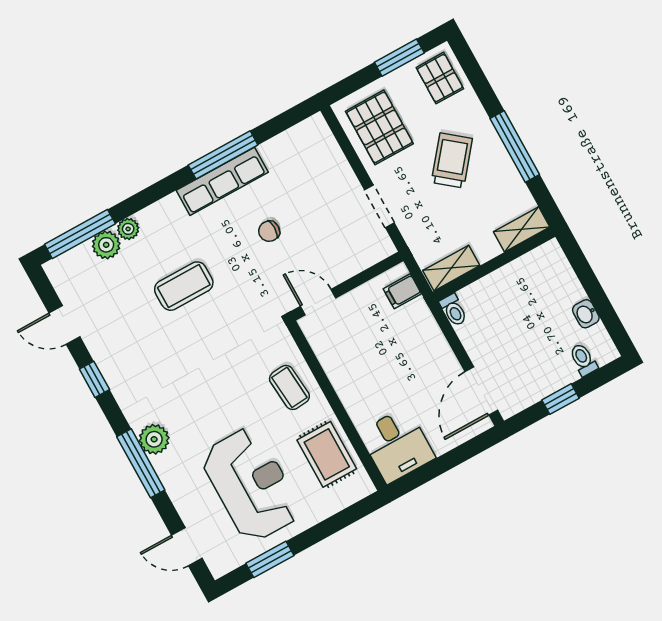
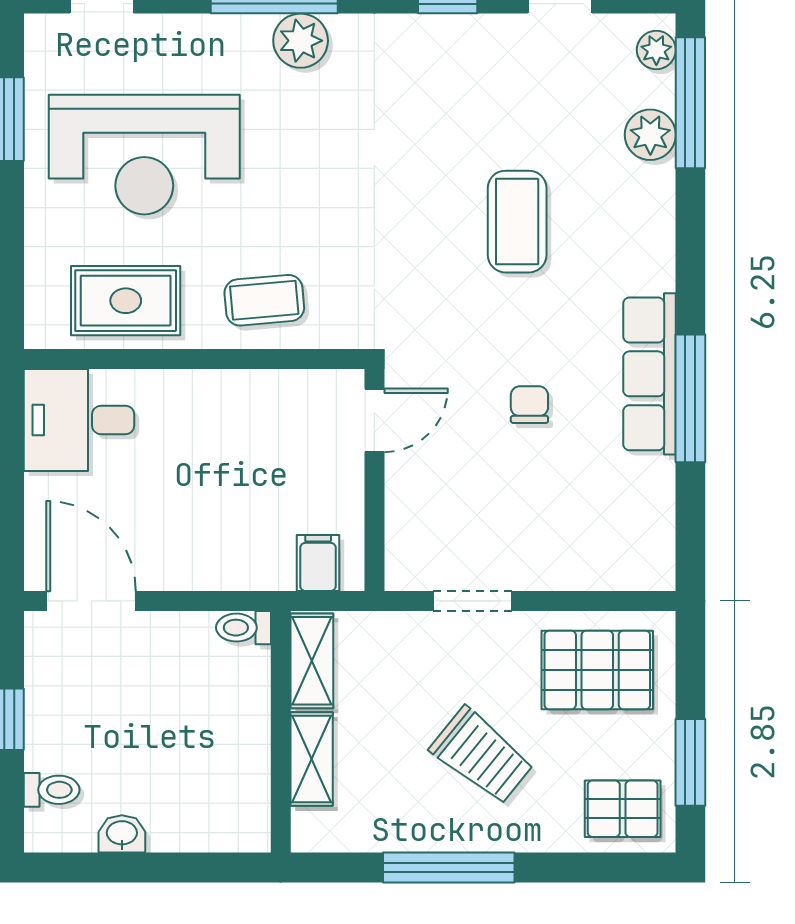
plant: (128, 229) -> (656, 50), moved
shelving: (522, 229) -> (312, 759), moved

